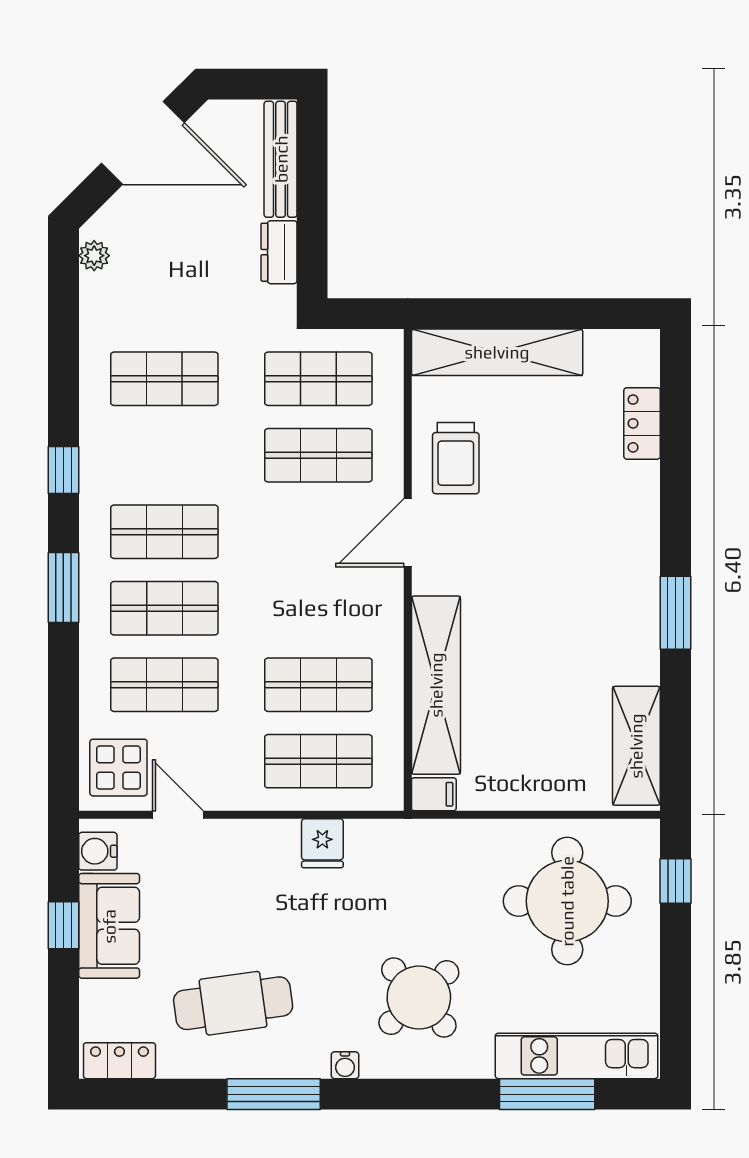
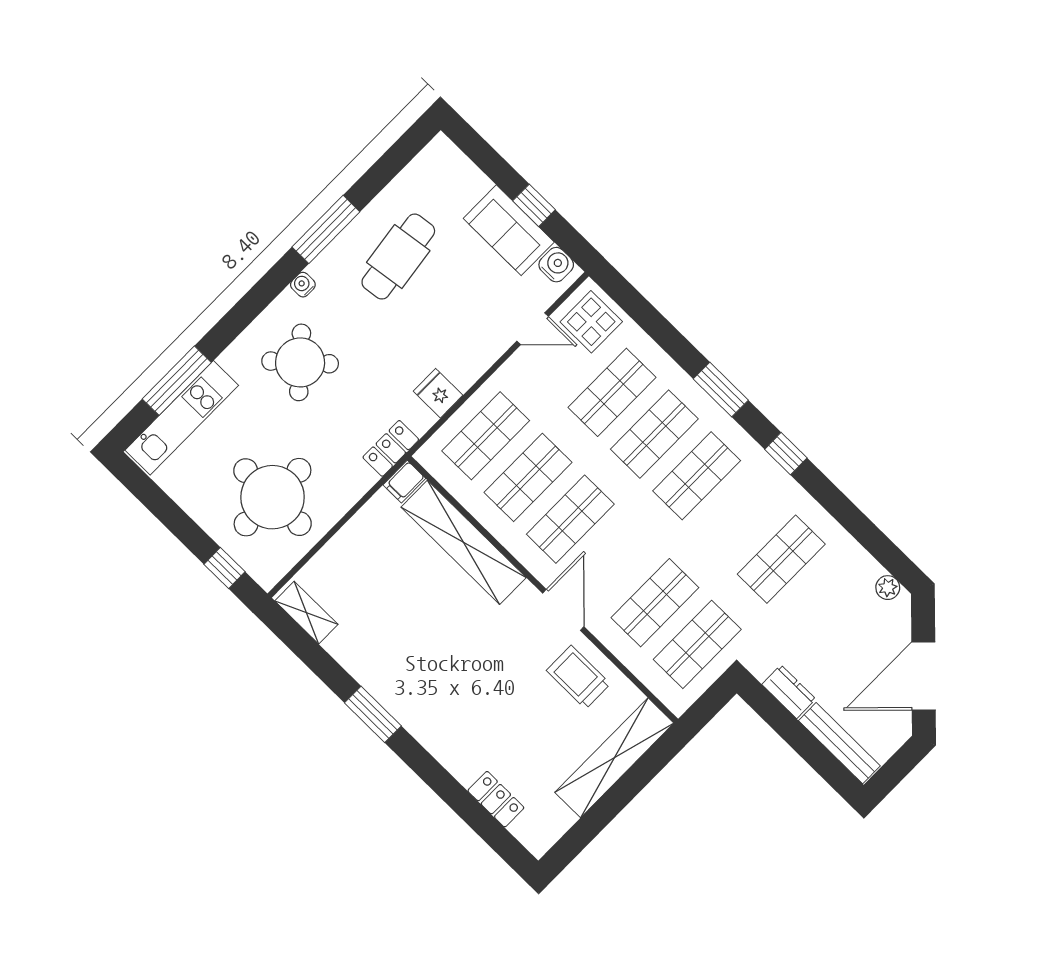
shop shelf: (318, 608) -> (570, 519), added
shelving: (636, 746) -> (306, 613), width x0.67, depth x0.75
locker: (119, 1061) -> (391, 448), moved, turned 180

